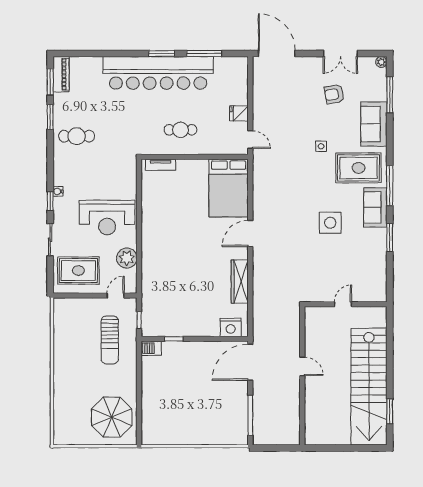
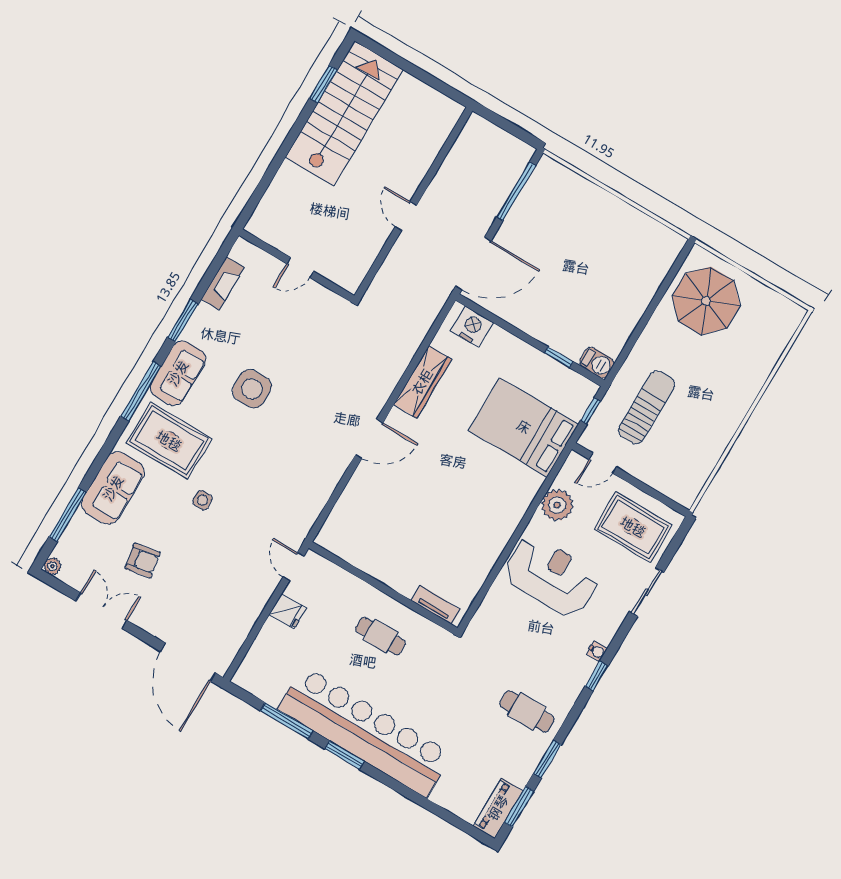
bed: (229, 188) -> (524, 427), moved, turned -90
window: (50, 201) -> (597, 676), moved
fireplace: (380, 271) -> (223, 283), added
stairs: (369, 387) -> (344, 113), width x0.73

